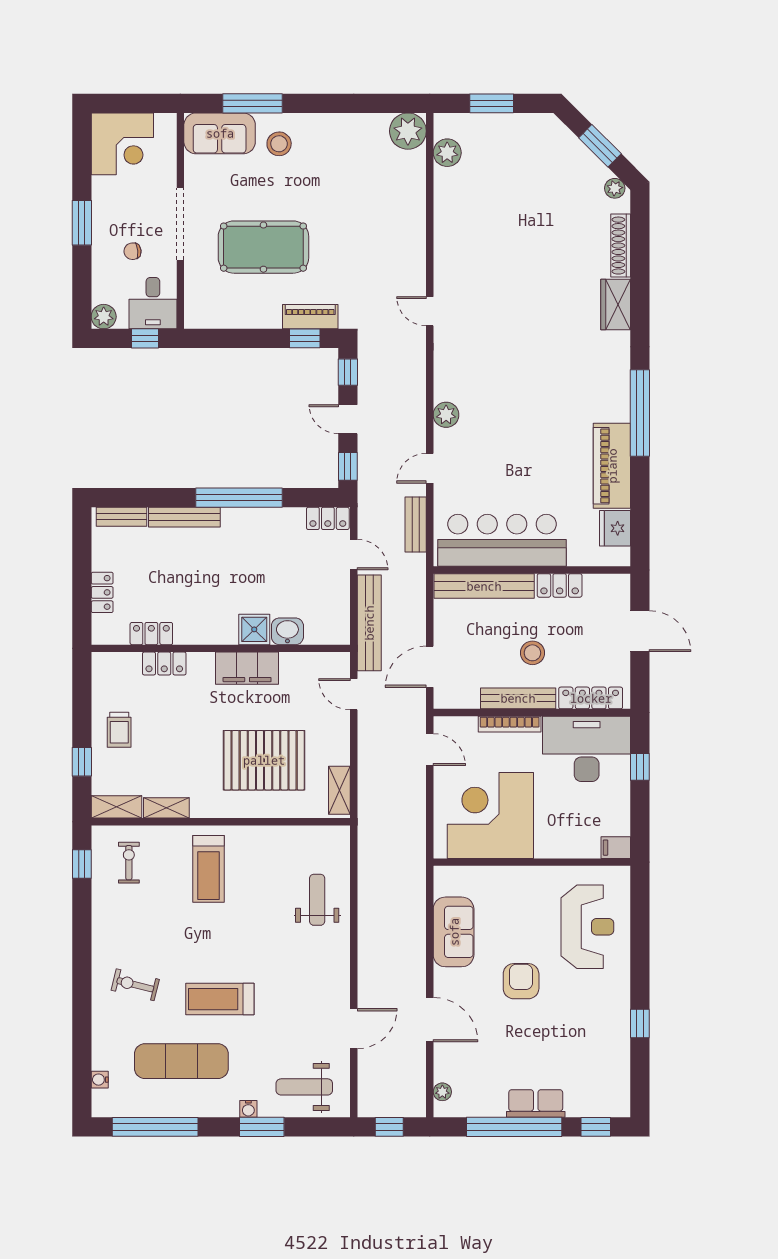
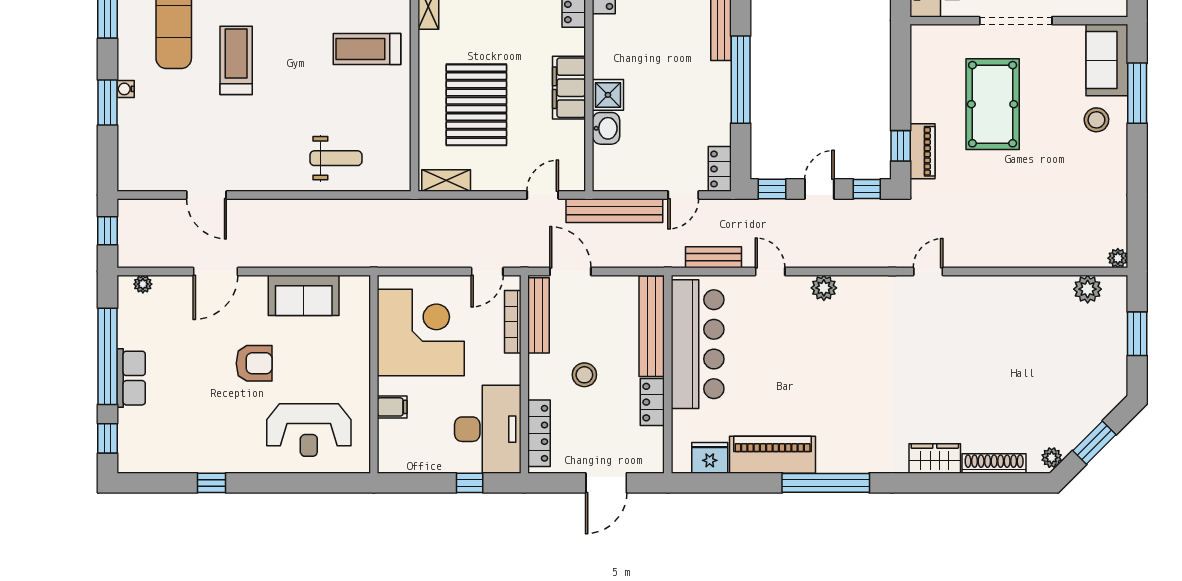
plant: (408, 131) -> (1118, 258), width x0.53, depth x0.53
bench: (518, 698) -> (539, 315), moved
bookcase: (510, 724) -> (513, 322), moved
filing cabinet: (616, 848) -> (392, 407), moved, turned 90
weight bench: (304, 1087) -> (148, 145), removed

